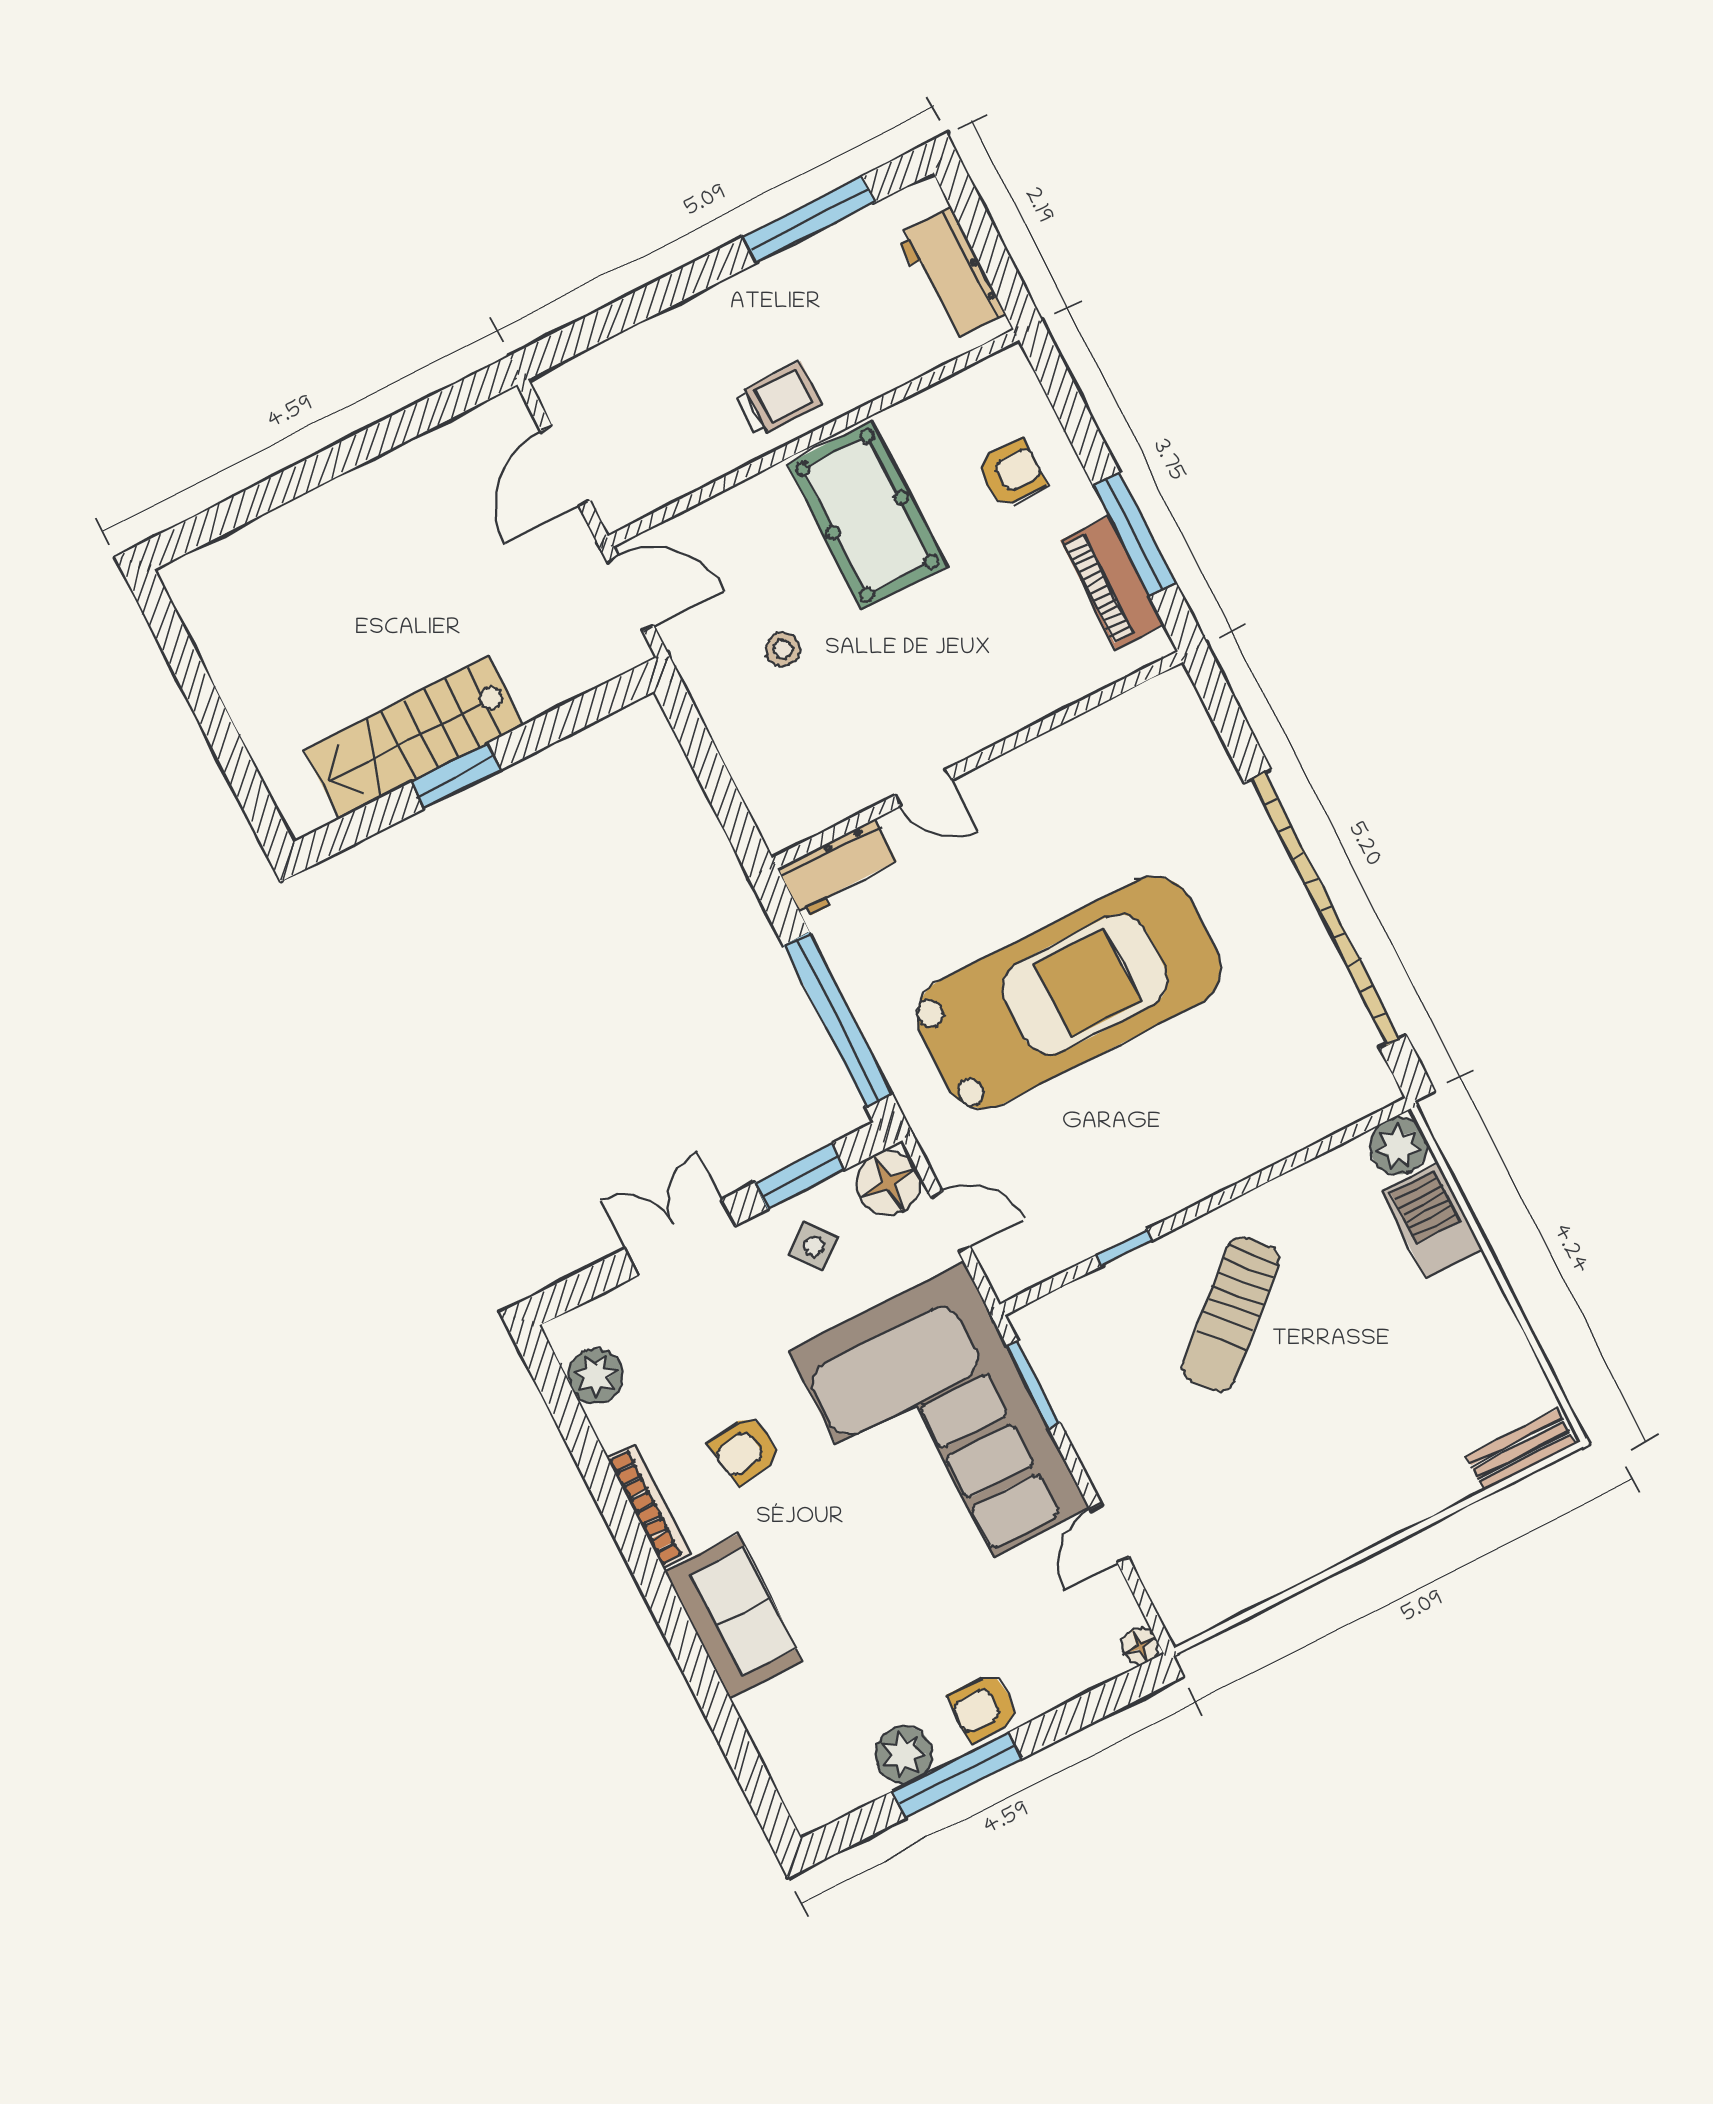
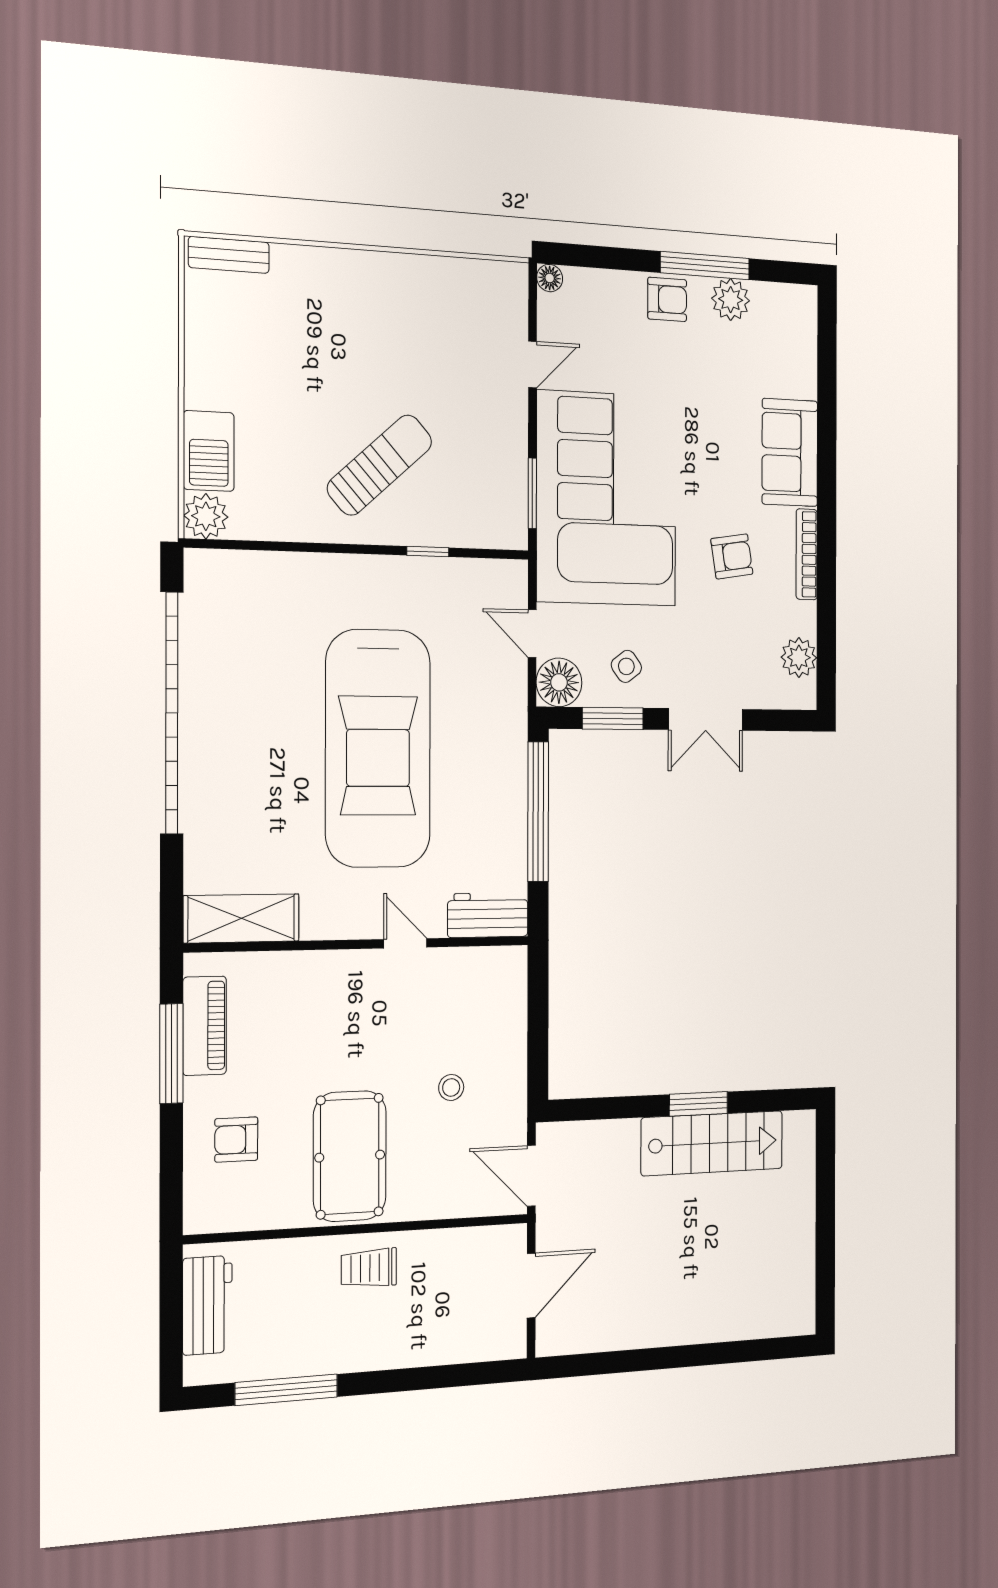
shelving: (1131, 722) -> (241, 918), added
car: (1069, 992) -> (378, 748), turned -90

